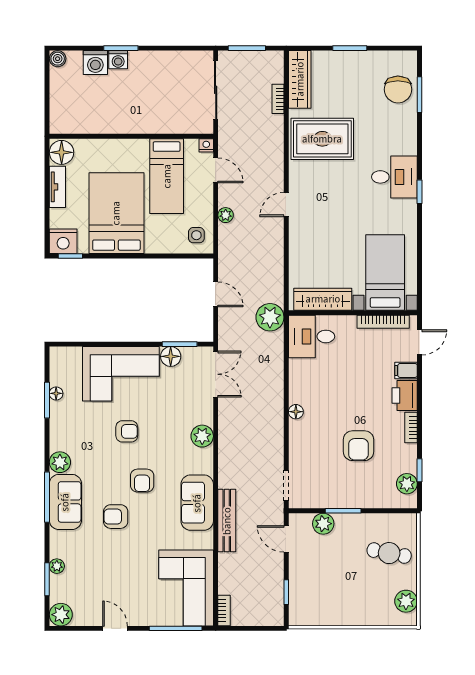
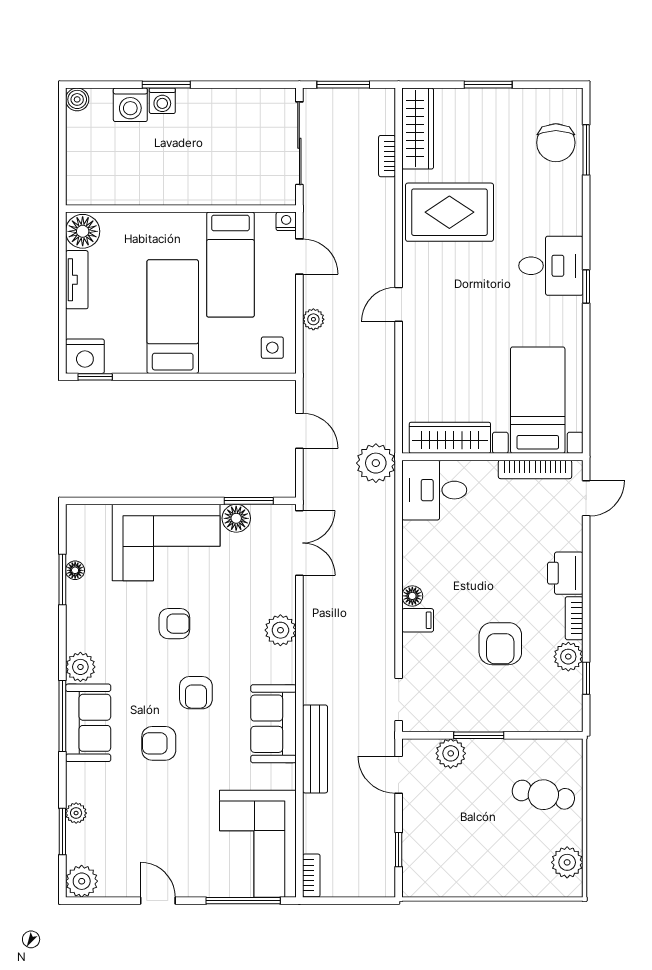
bed: (116, 213) -> (173, 317), width x0.67
filing cabinet: (406, 370) -> (418, 620), moved, turned 180
plant: (407, 484) -> (568, 657), moved

